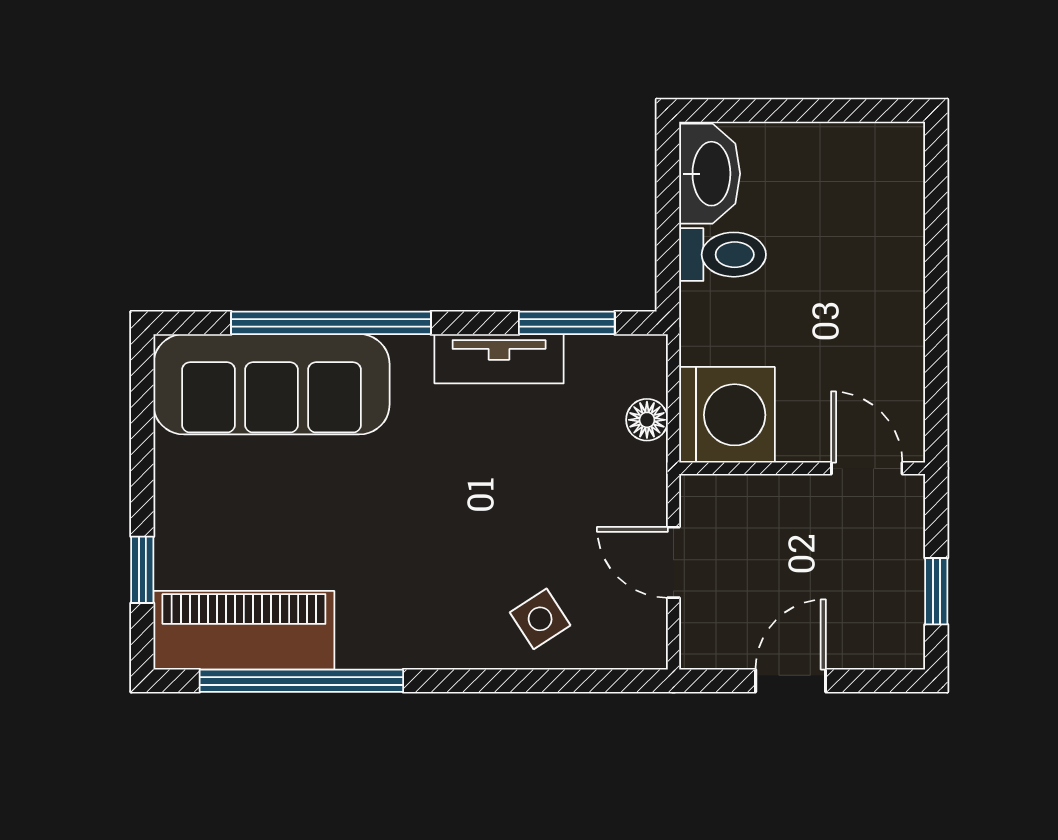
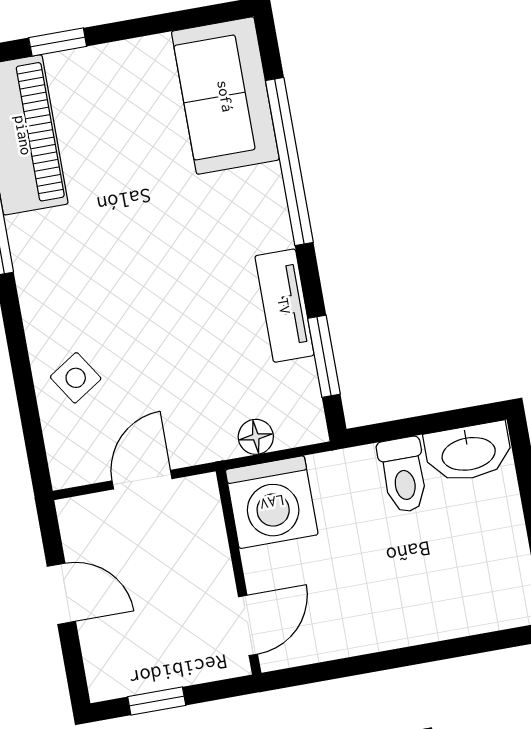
sofa: (271, 384) -> (225, 96), width x0.73

